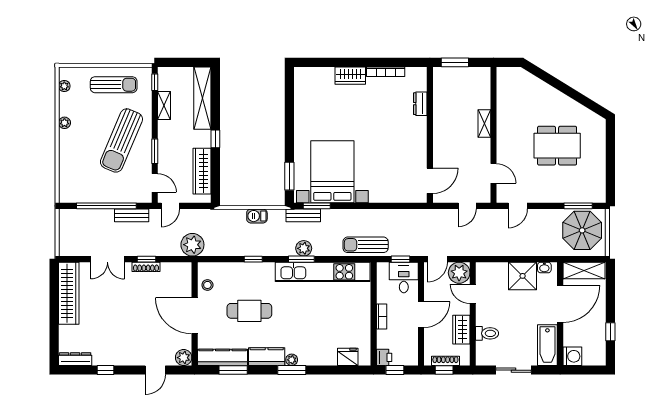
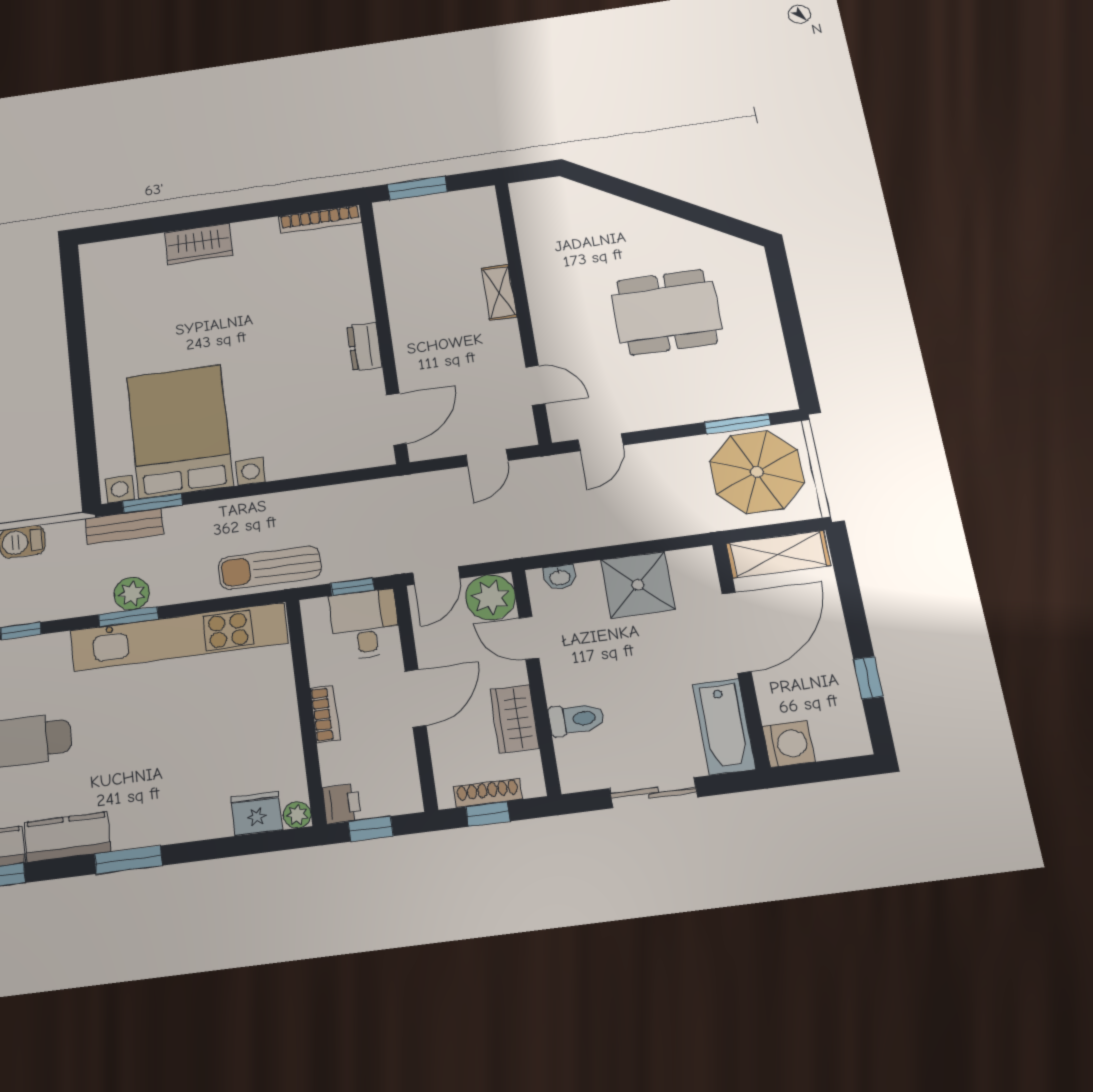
bookcase: (386, 72) -> (320, 219), moved
dresser: (420, 104) -> (365, 347), moved
window: (289, 176) -> (87, 453), removed
washbasin: (544, 267) -> (560, 577), moved
plant: (292, 360) -> (297, 815), moved

